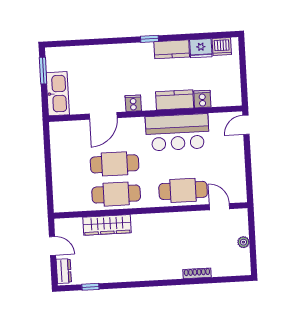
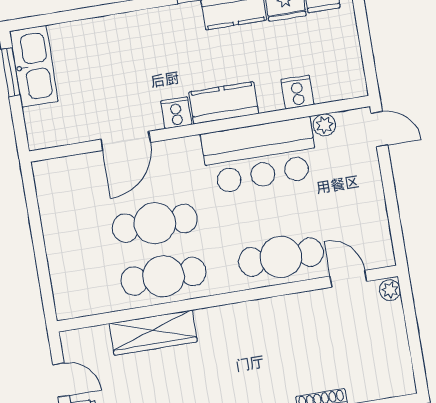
kitchen sink: (58, 94) -> (34, 66), moved
kitchen counter: (175, 100) -> (224, 103), moved
plant: (215, 119) -> (324, 125), added
door: (246, 125) -> (379, 129), swing flipped
plant: (243, 242) -> (390, 290), moved

